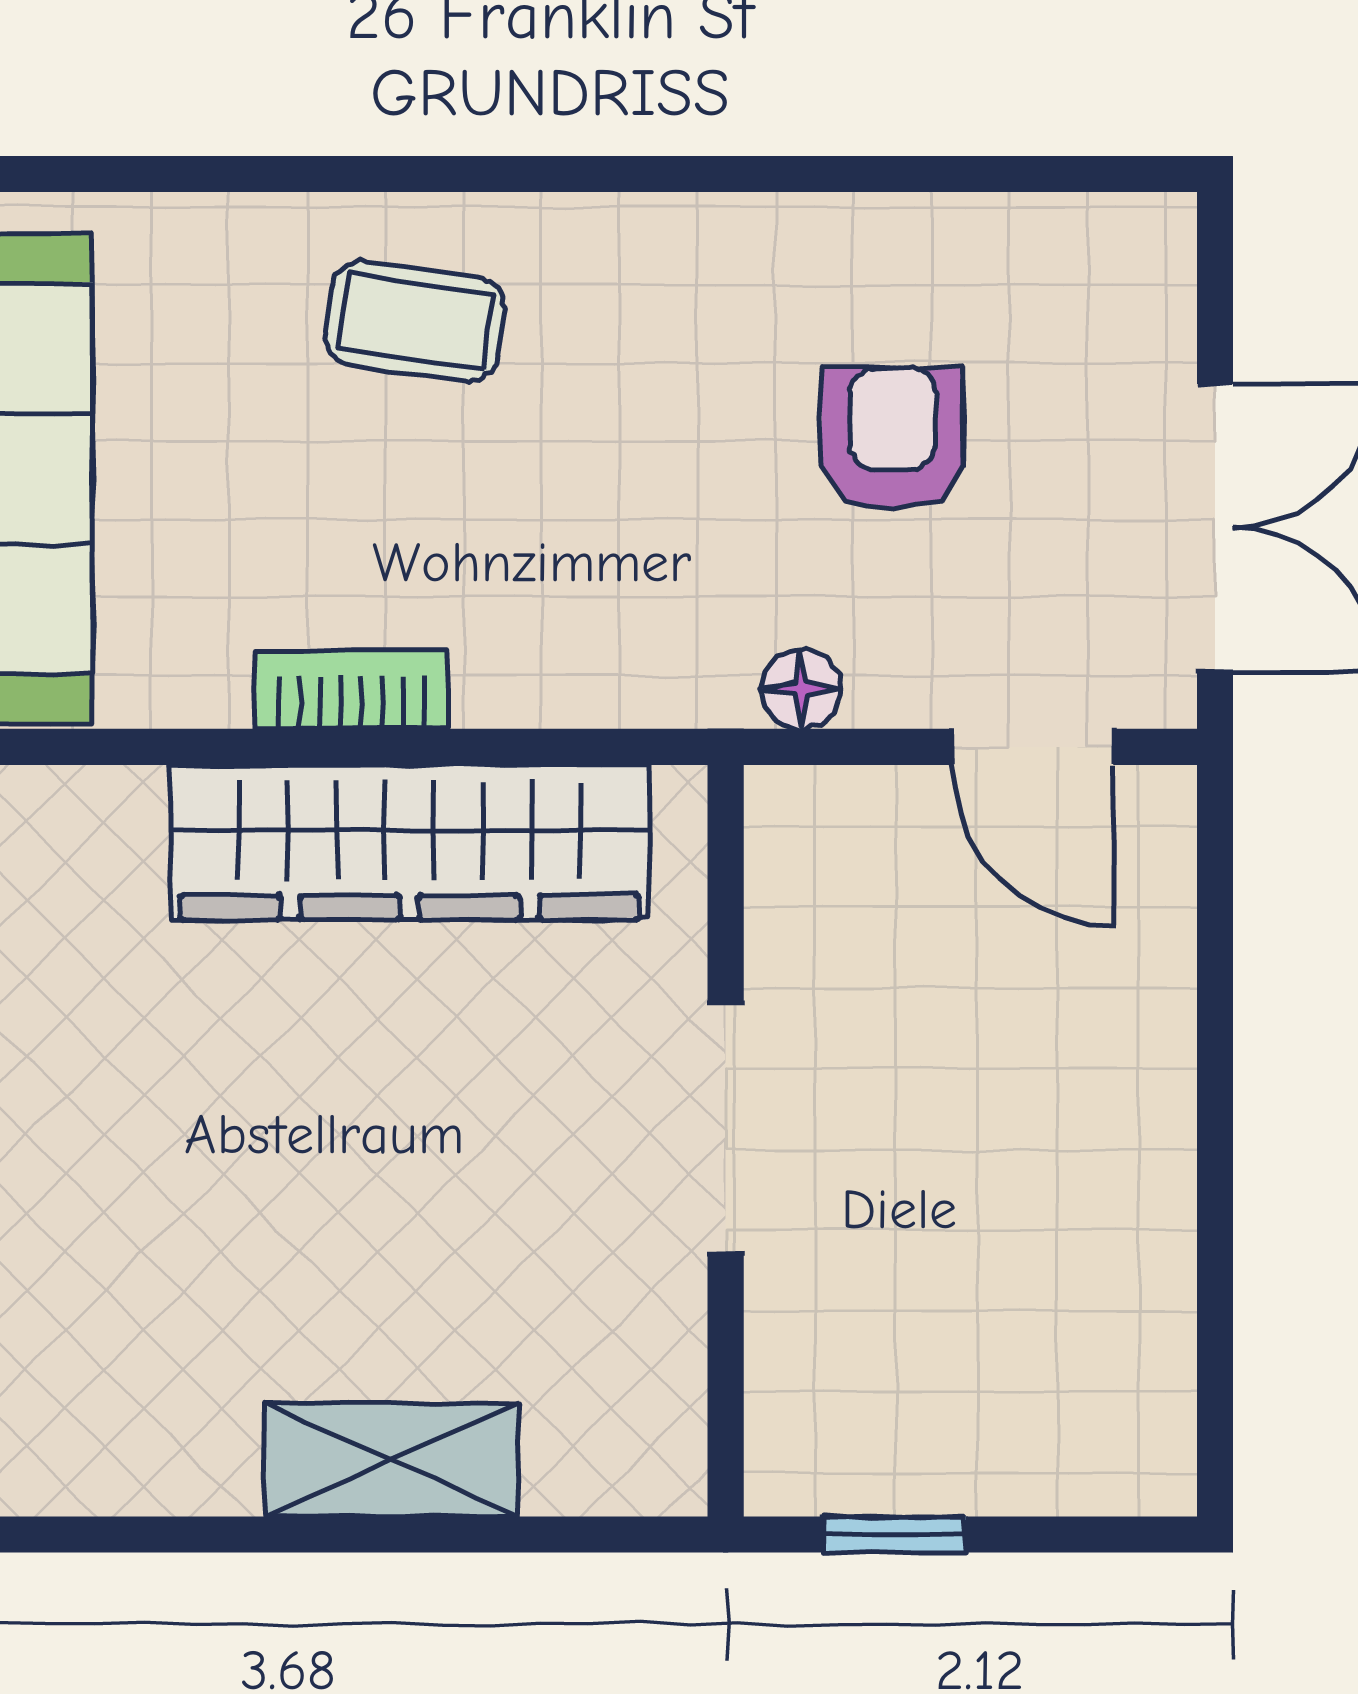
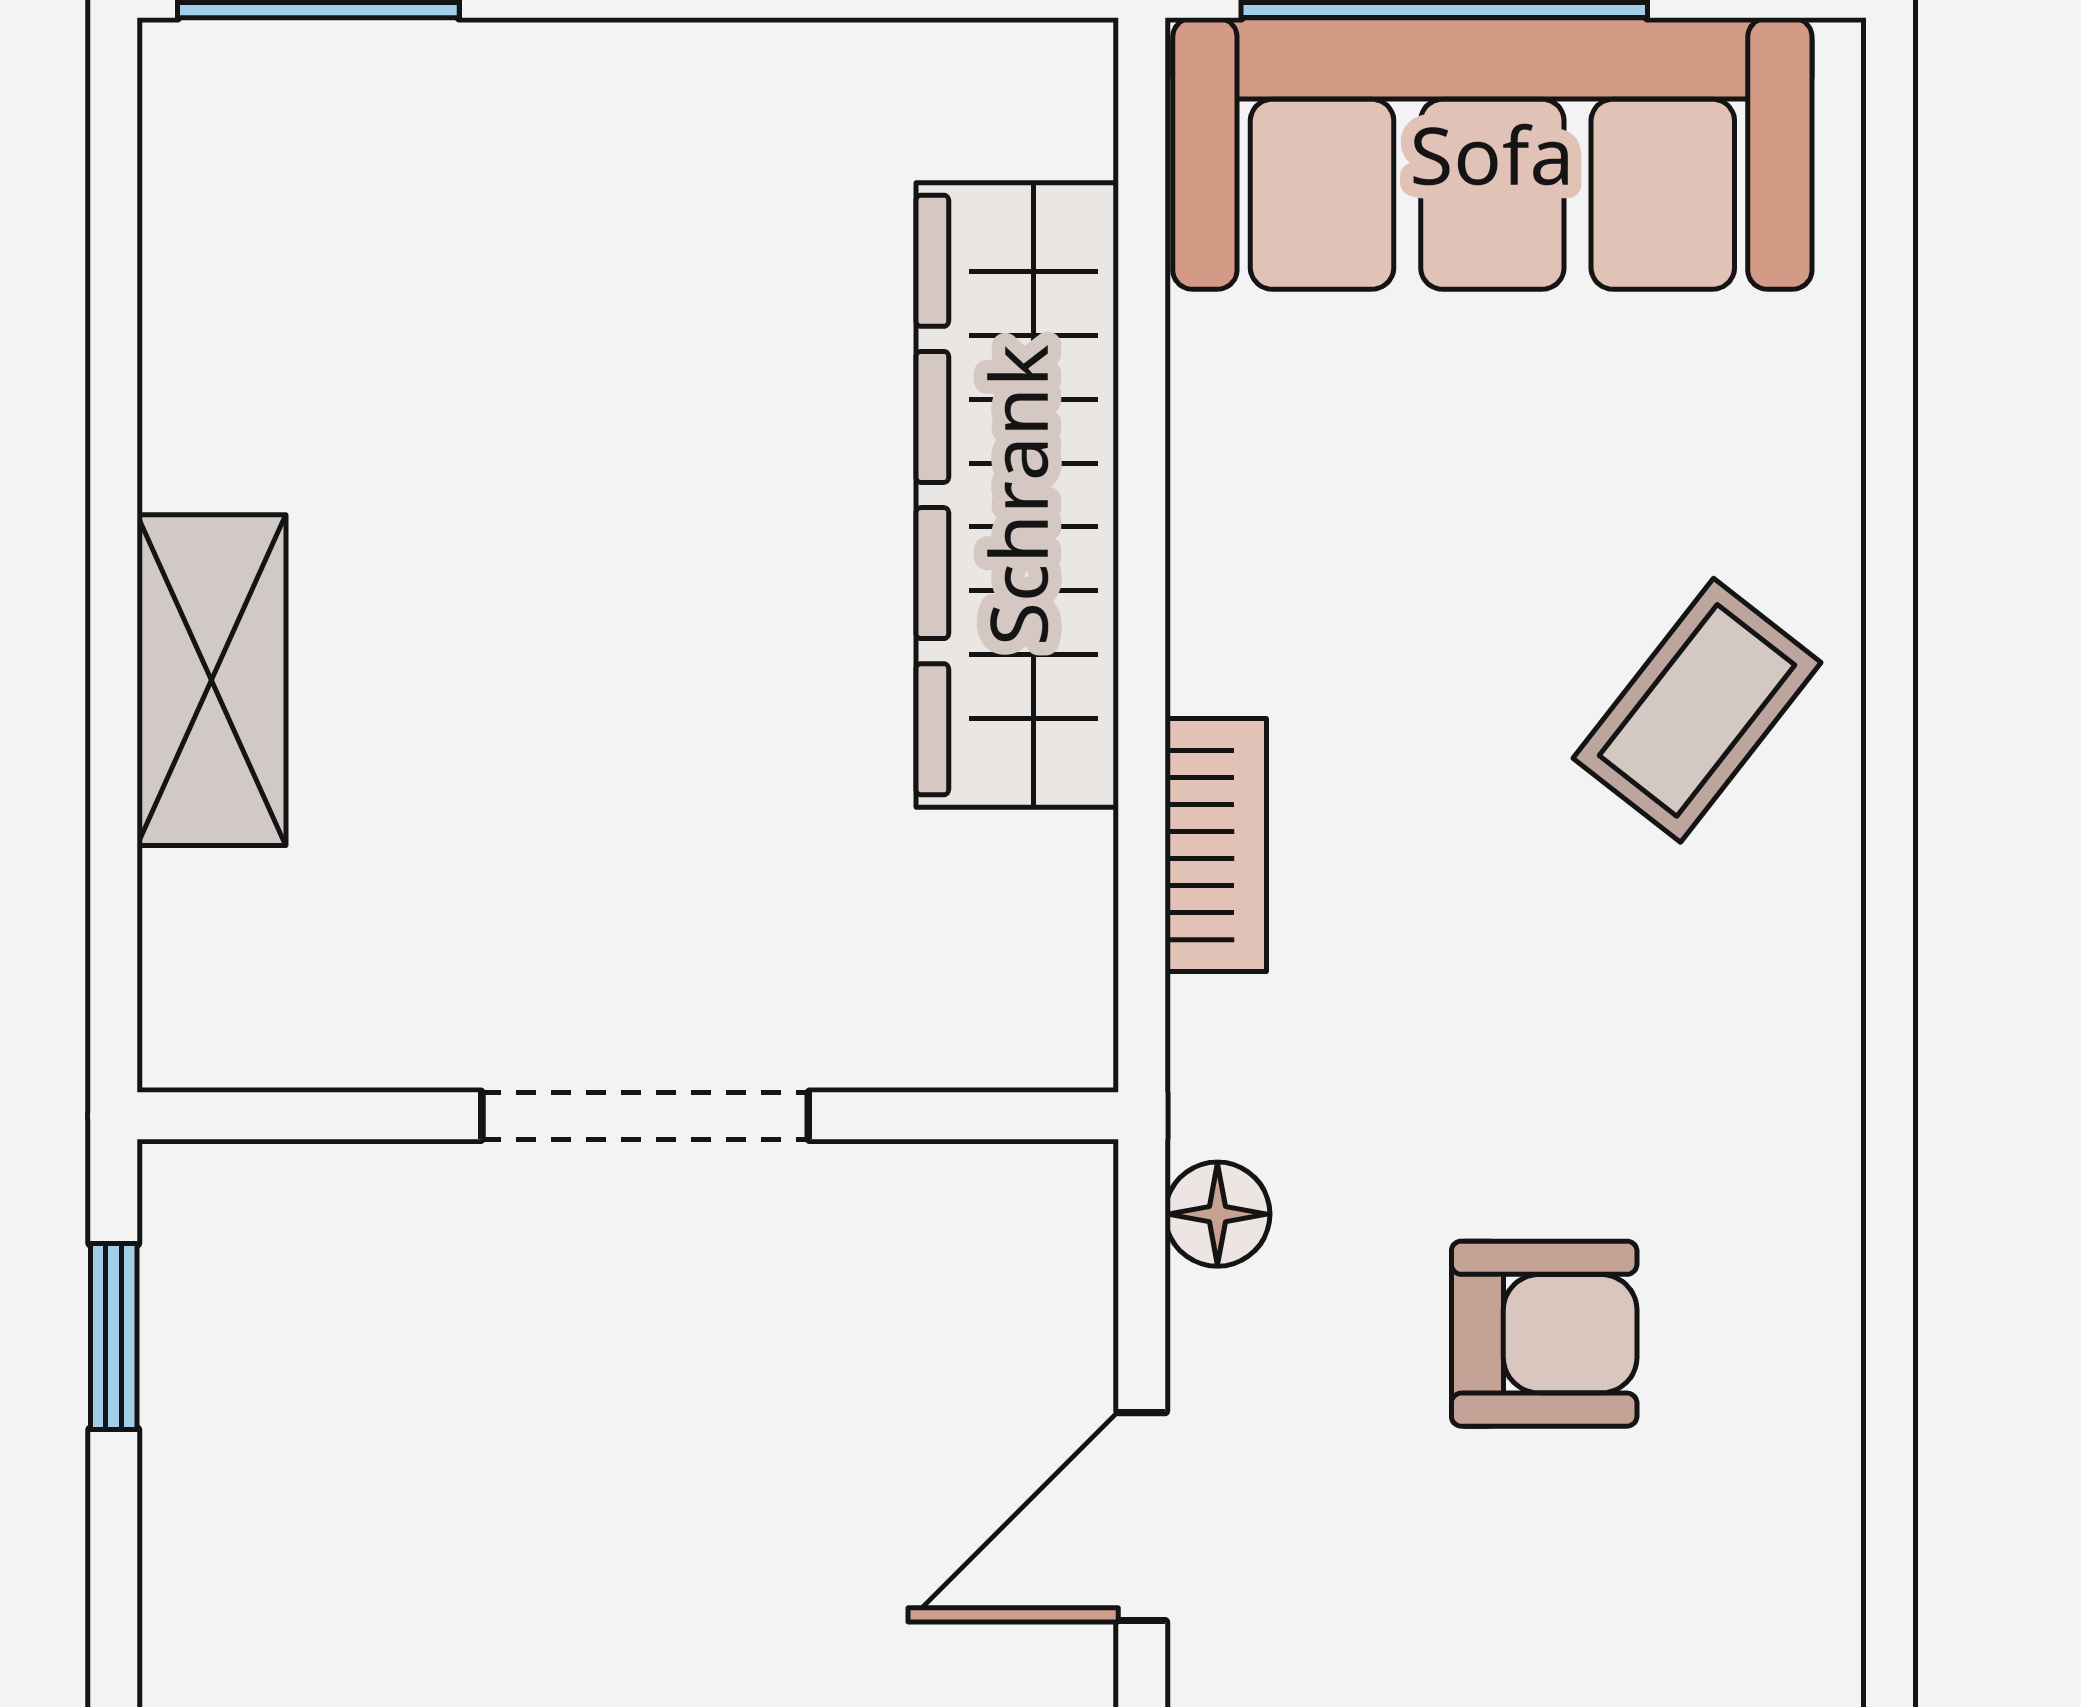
coffee table: (415, 321) -> (1697, 710), turned 30
bookcase: (352, 690) -> (1216, 845), moved
wardrobe: (410, 842) -> (1017, 495), moved

